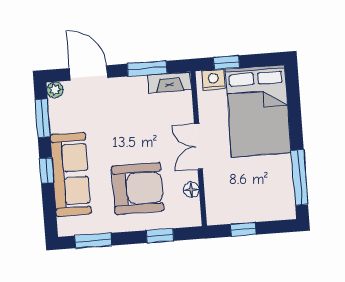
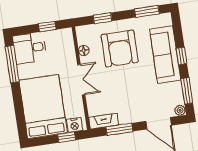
armchair: (138, 189) -> (120, 48), turned -90
desk: (272, 199) -> (30, 48), added

